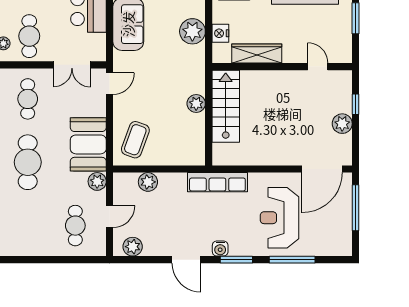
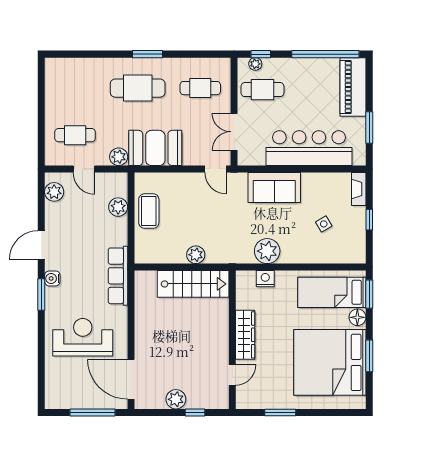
wardrobe: (257, 54) -> (245, 335), moved
coffee table: (135, 140) -> (149, 211), moved, turned 70
window: (292, 260) -> (41, 350), removed

